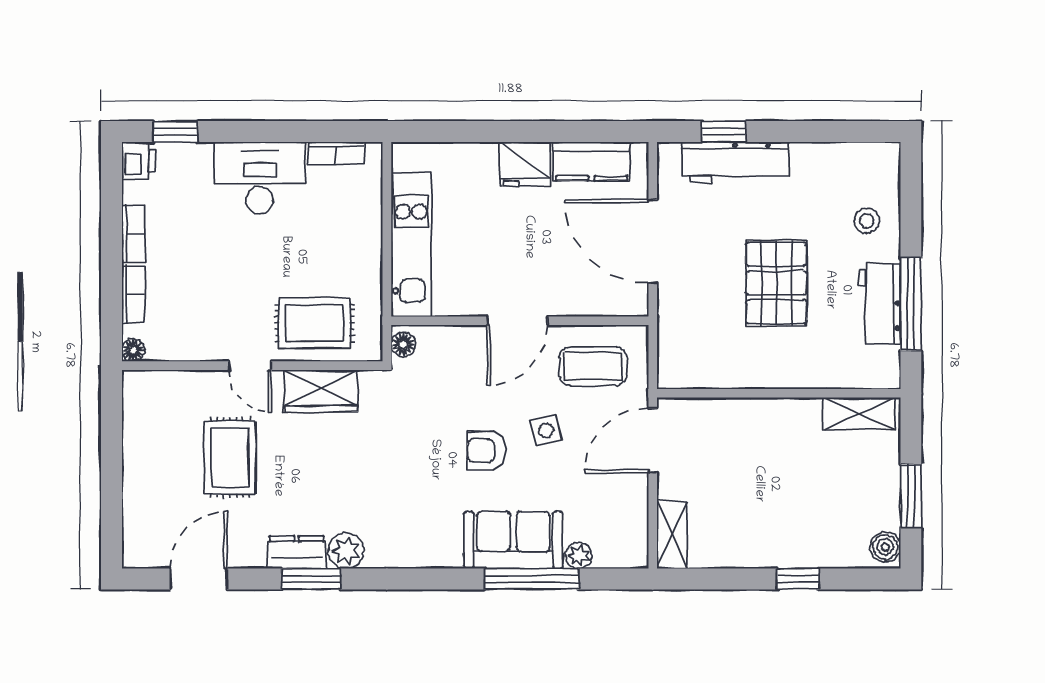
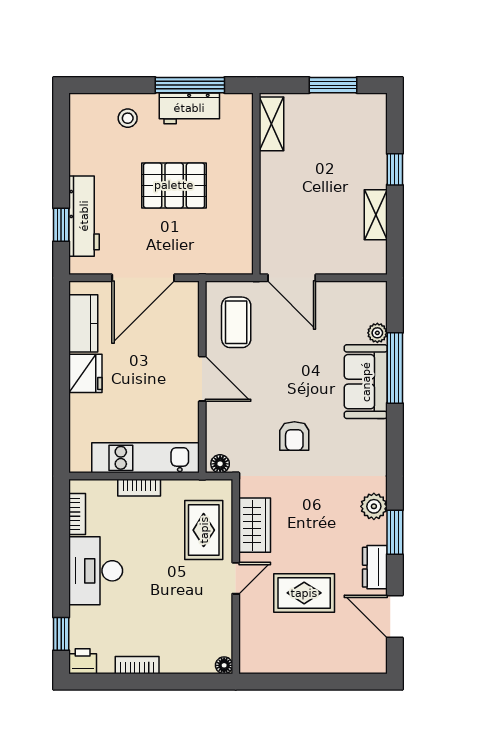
bookcase: (133, 294) -> (139, 488), moved, turned 180
side table: (546, 431) -> (284, 357), removed
armchair: (486, 451) -> (294, 436), moved
shelving: (672, 535) -> (376, 215), moved, turned 90
boiler: (885, 547) -> (371, 104), removed
dresser: (297, 552) -> (375, 567), moved

